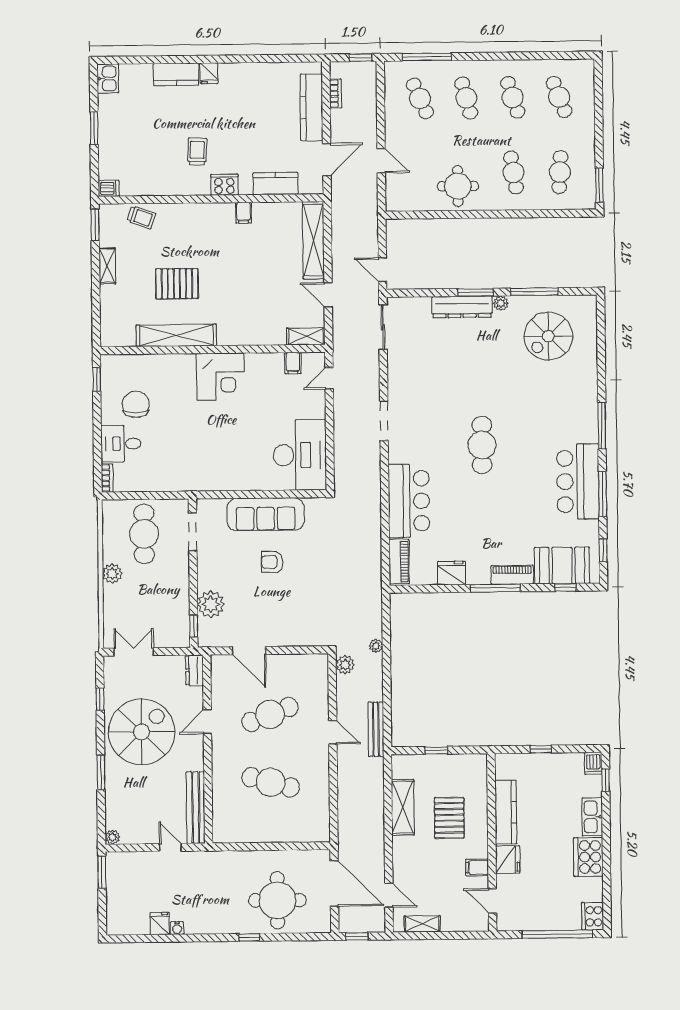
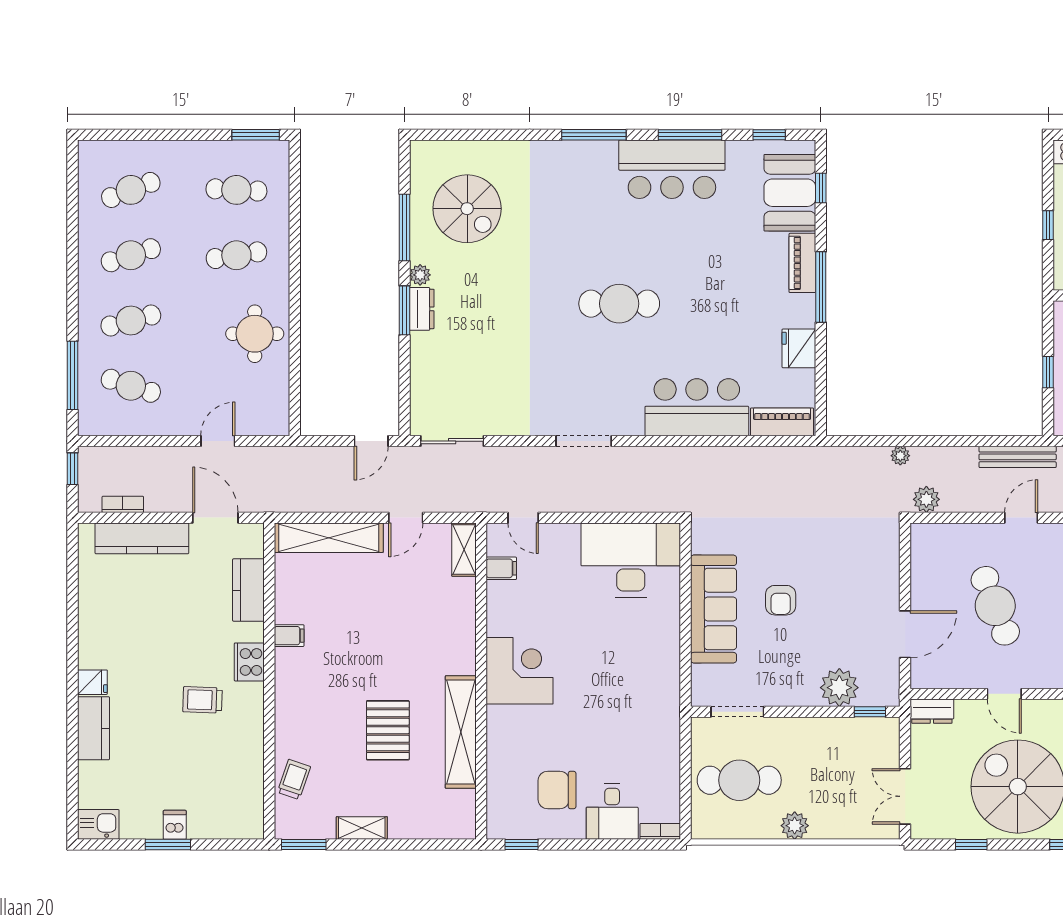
cafe table: (420, 98) -> (131, 386), turned 42
dishwasher: (109, 188) -> (175, 825), moved
dresser: (462, 307) -> (422, 309), width x0.51, depth x0.80

